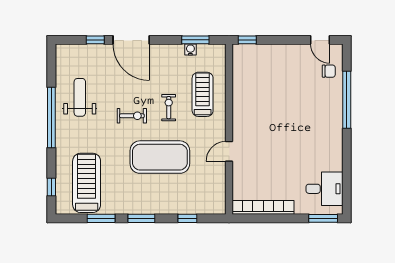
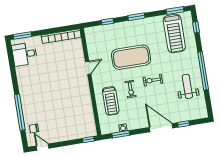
weight bench: (80, 97) -> (187, 86), turned 180
window: (101, 218) -> (175, 11), moved

